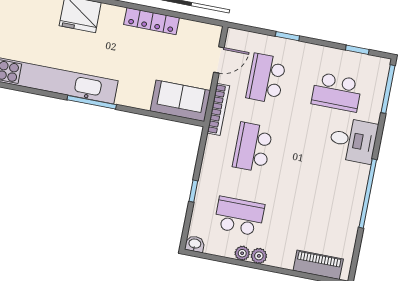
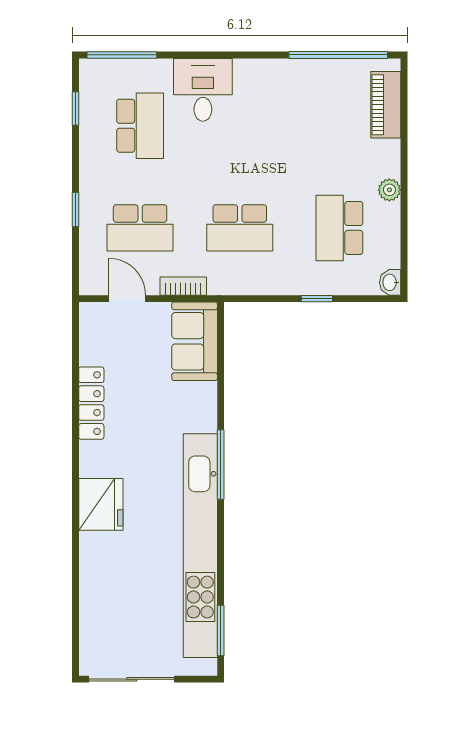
bookcase: (218, 109) -> (183, 286), width x0.64
window: (368, 194) -> (338, 55), moved
plant: (242, 253) -> (390, 214), removed

